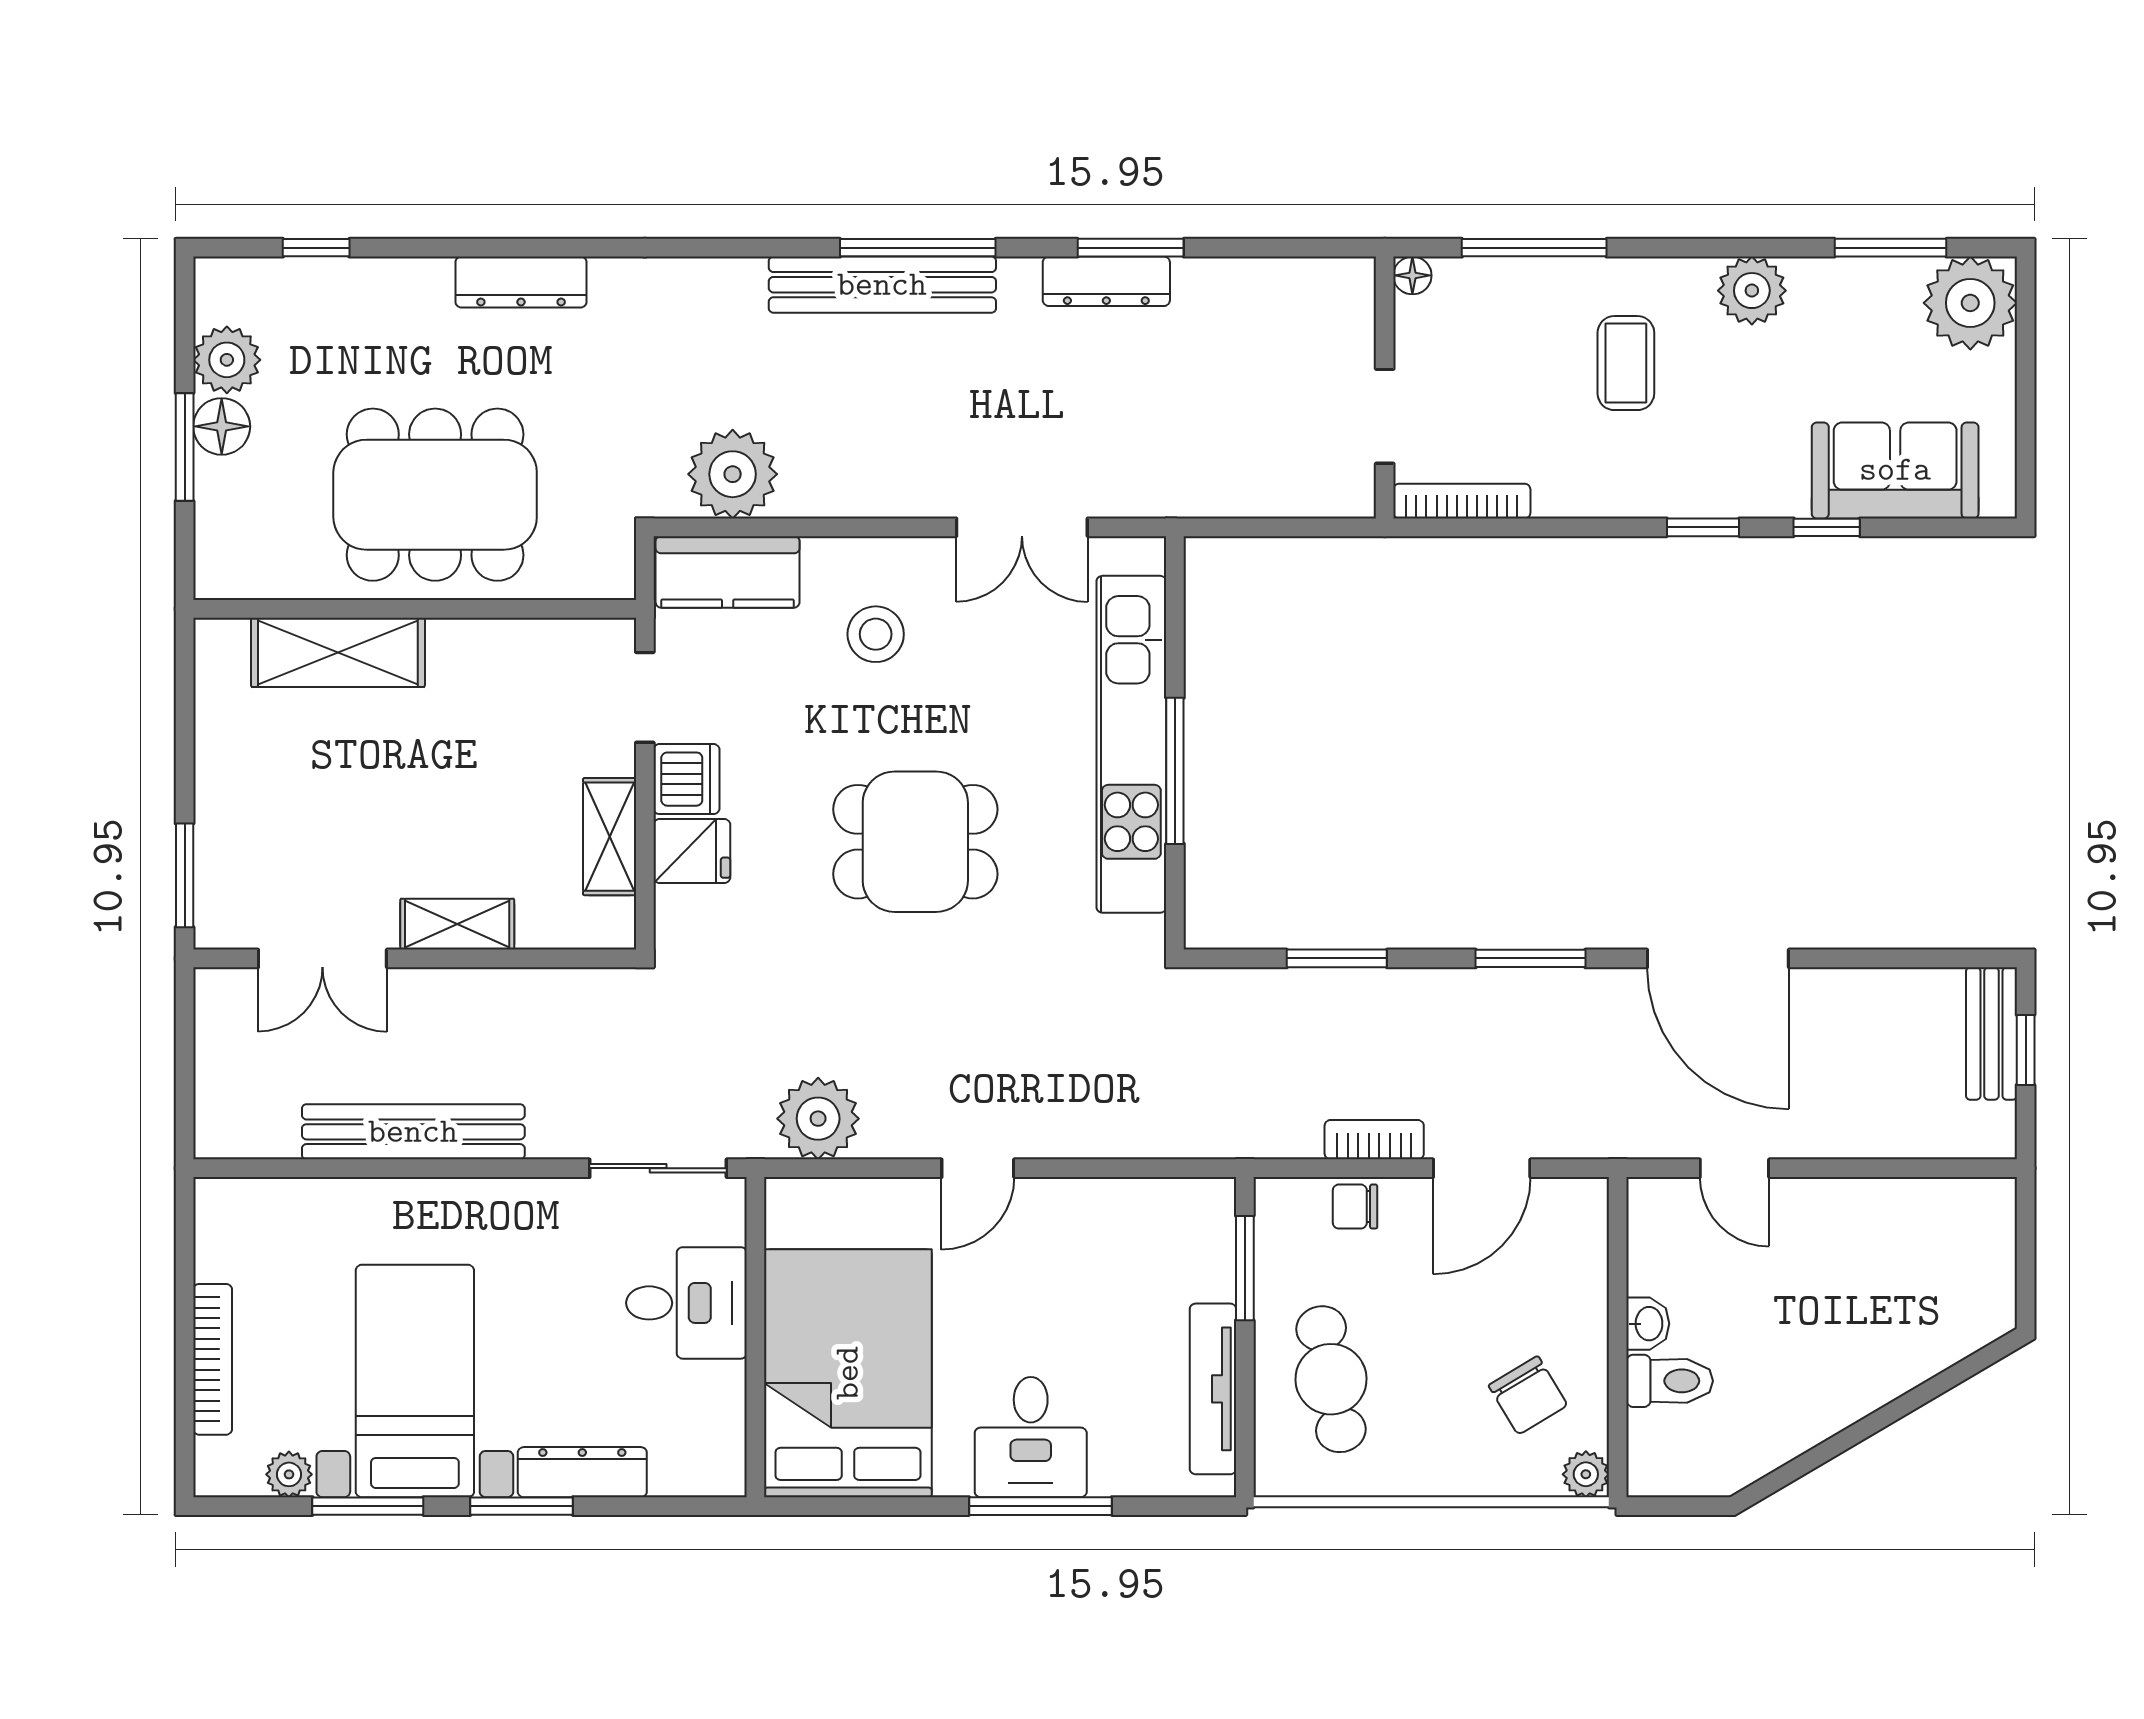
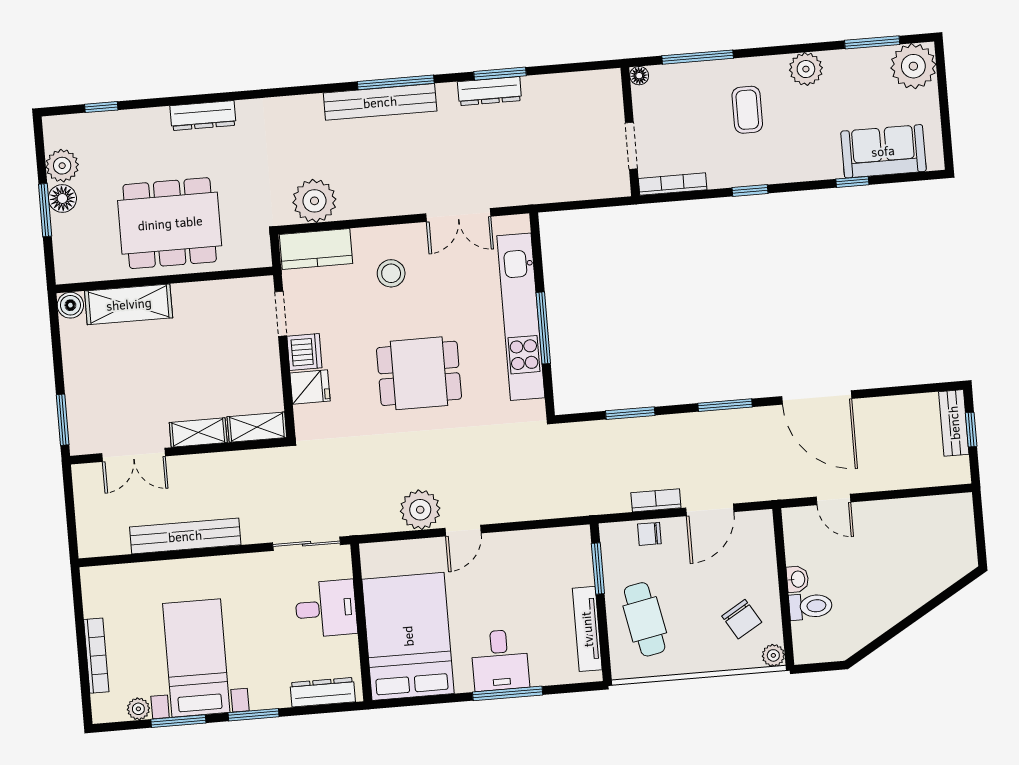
window: (1703, 527) -> (750, 191), moved
boiler: (220, 644) -> (70, 305), added
shelving: (610, 837) -> (257, 427), moved, turned 90
plant: (818, 1119) -> (420, 510), moved
dresser: (582, 1472) -> (323, 692), moved

